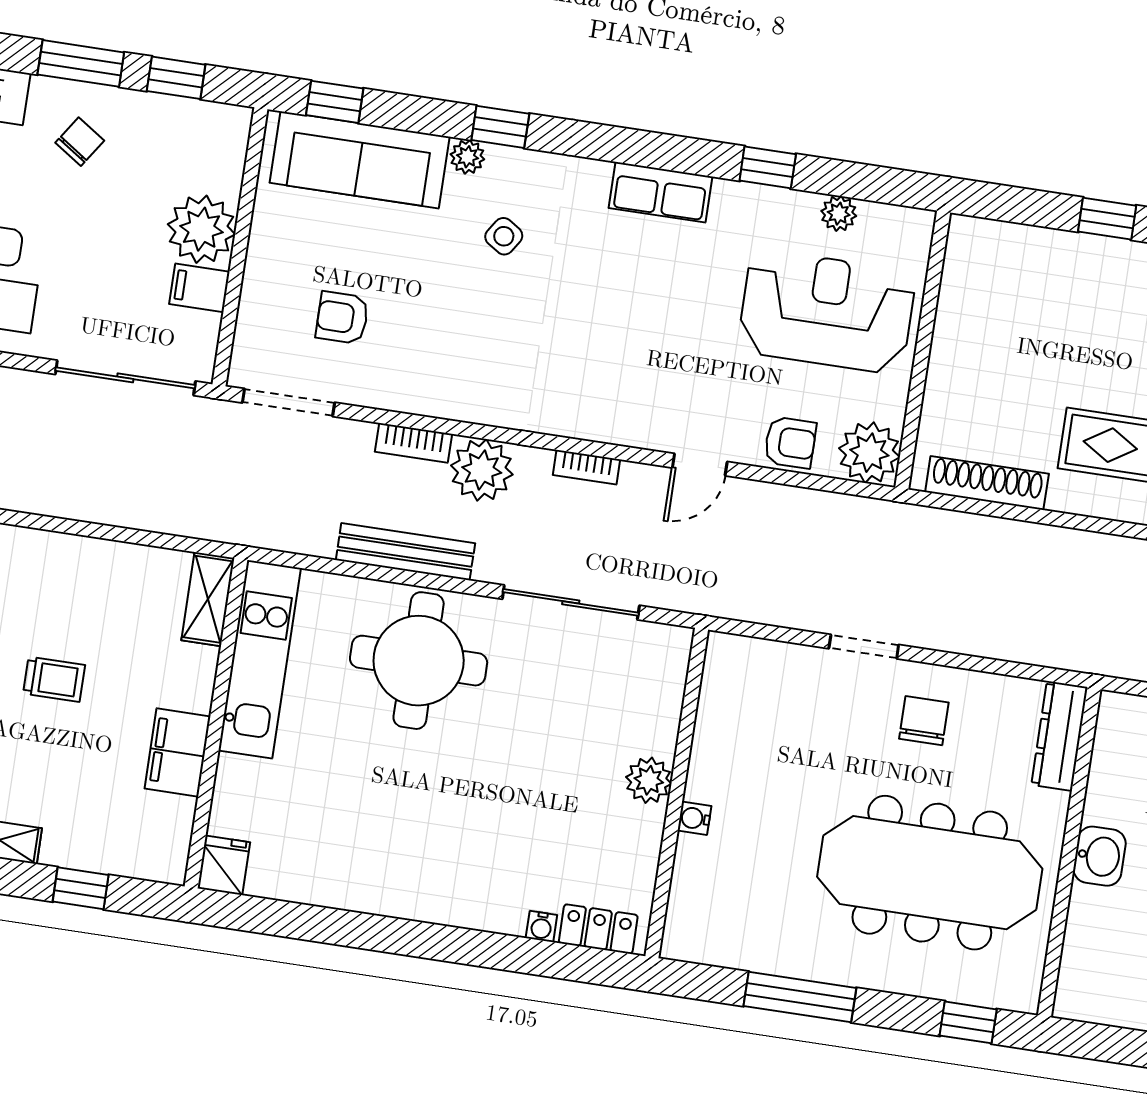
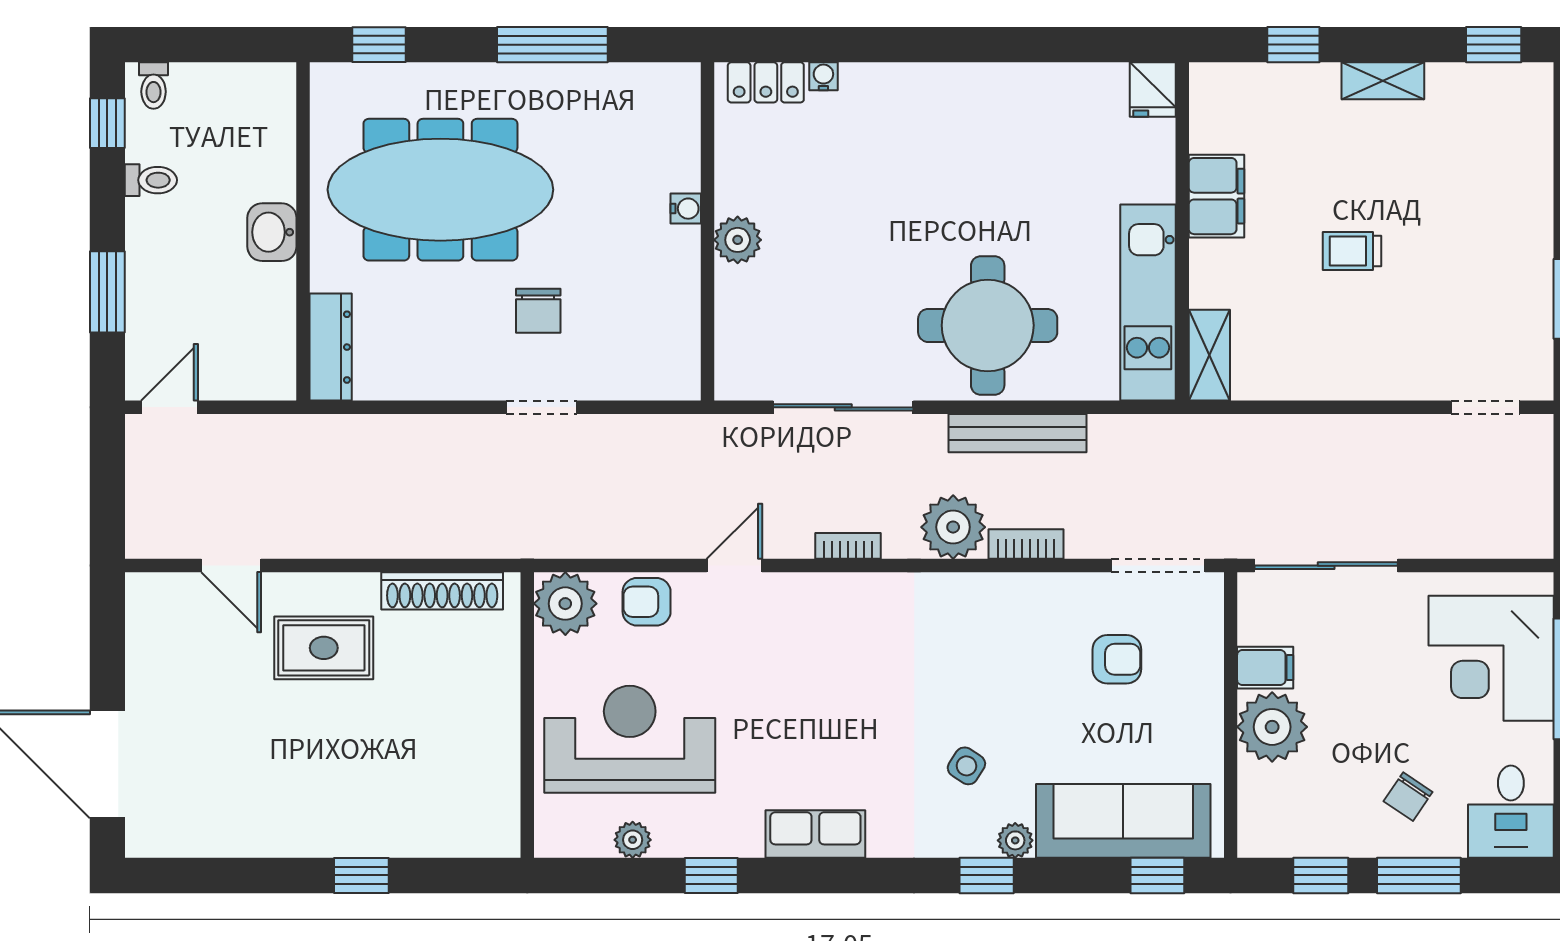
reception desk: (827, 312) -> (630, 739), turned 180
chair: (924, 721) -> (538, 311), moved

